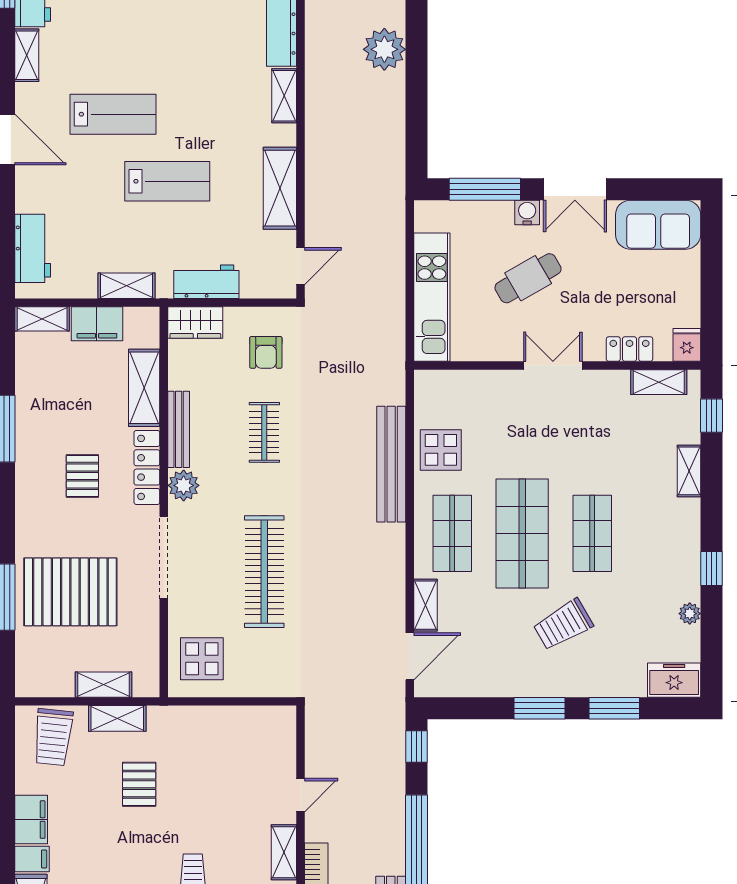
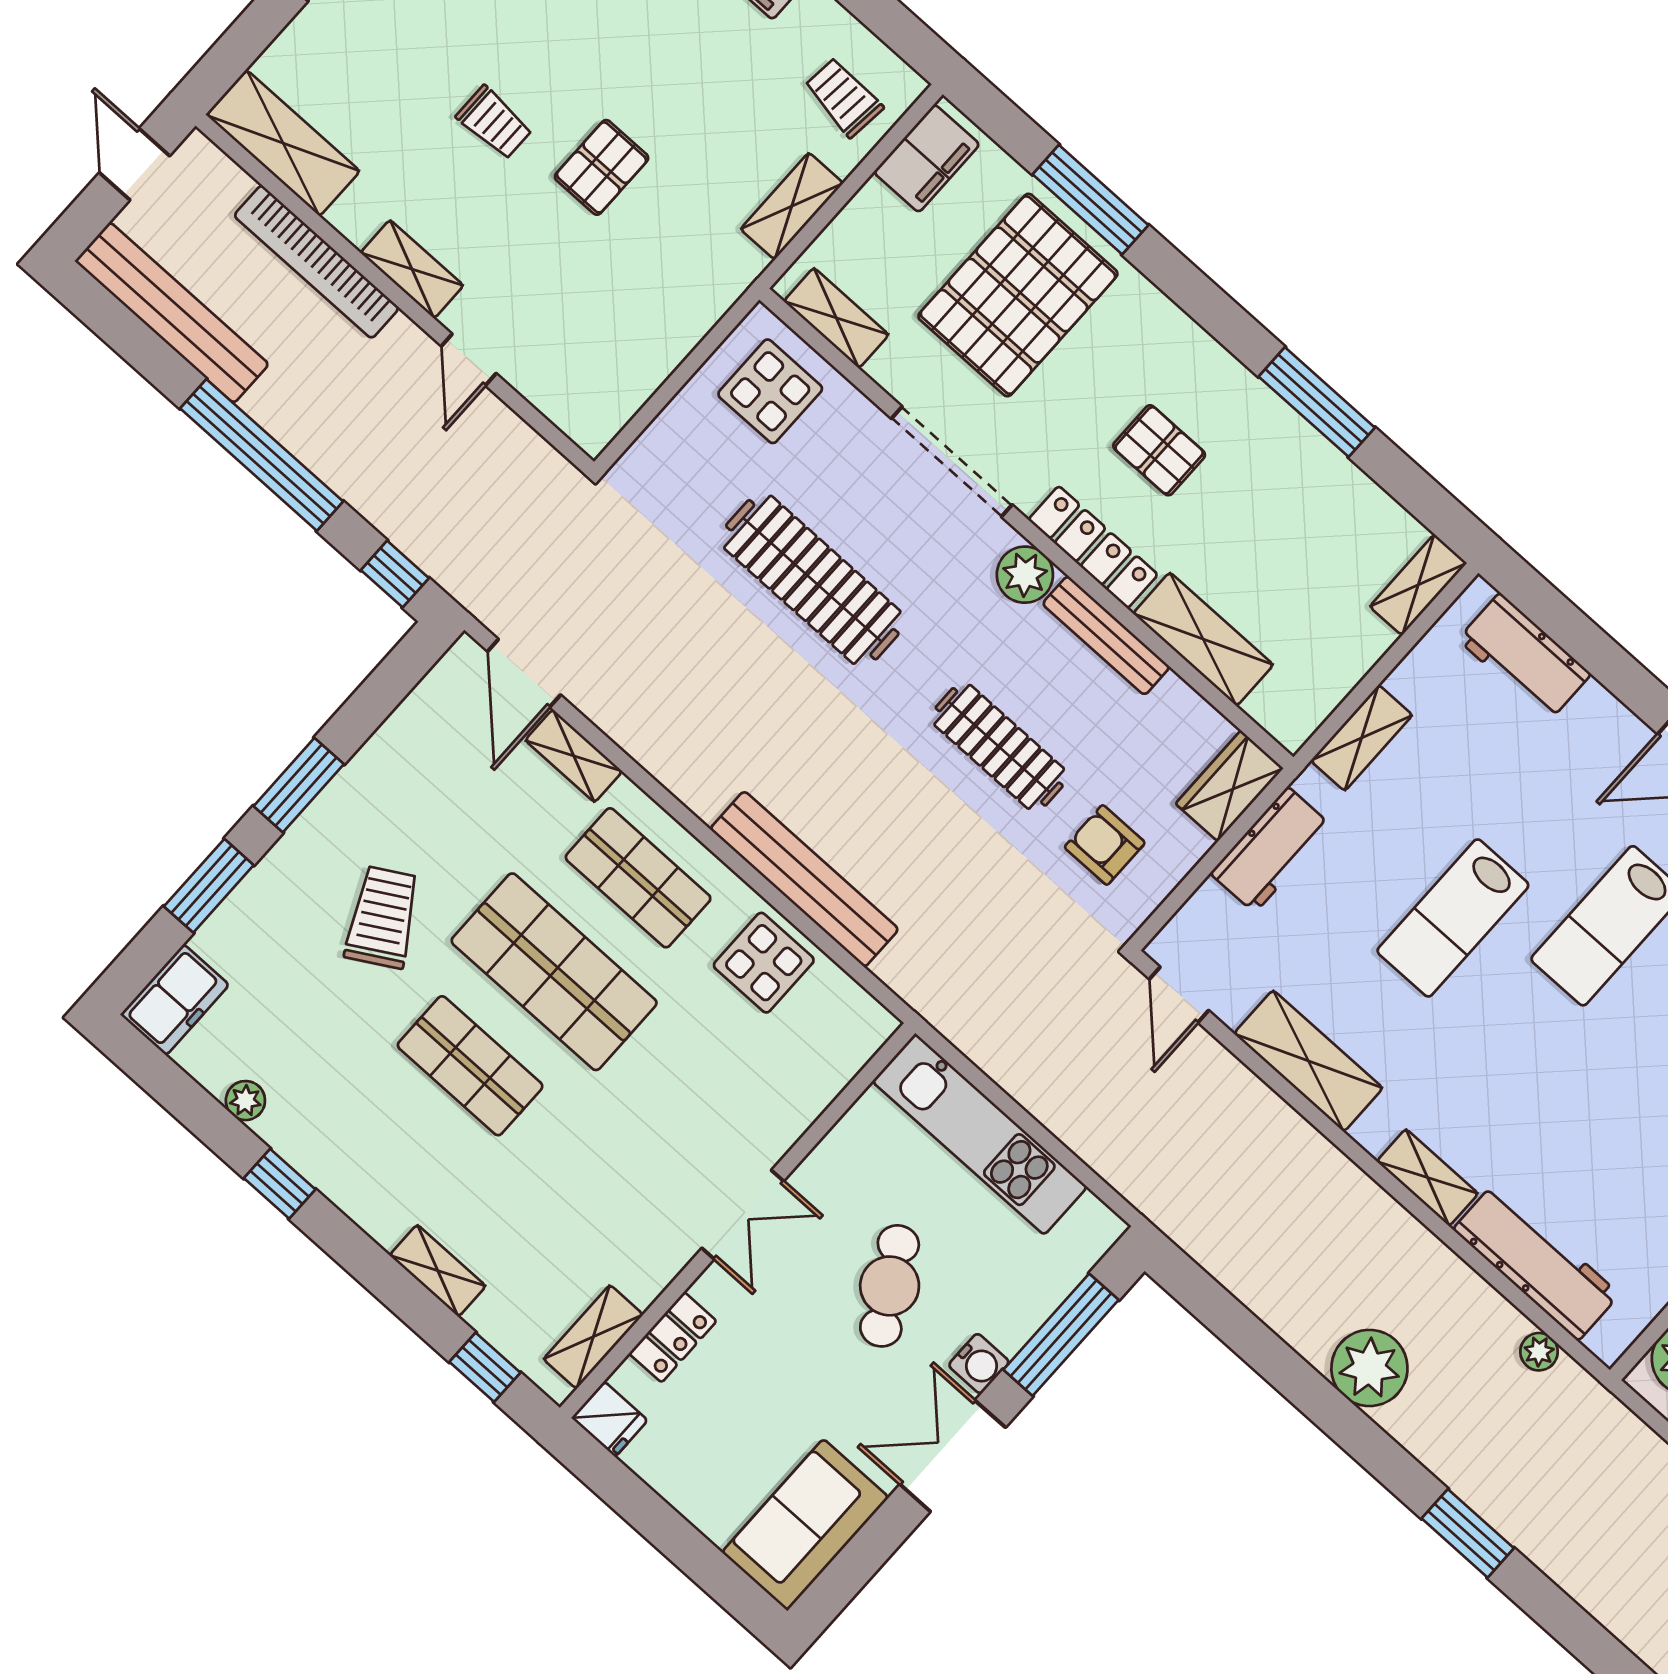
filing cabinet: (97, 324) -> (927, 158), moved, turned 180
clothes rail: (264, 432) -> (999, 747), width x1.36
shelving: (103, 685) -> (836, 318), moved, turned 90
trolley: (53, 737) -> (844, 97), width x0.73, depth x0.72
pallet: (139, 784) -> (602, 167), moved, turned 90

